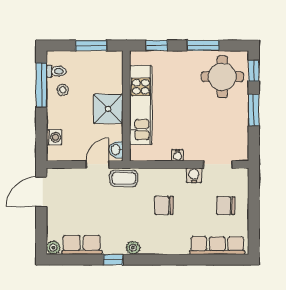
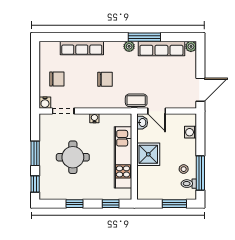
window: (91, 45) -> (174, 204), moved
window: (203, 45) -> (74, 204), width x0.67
round table: (222, 77) -> (73, 157), moved
door: (98, 164) -> (157, 111), hinge flipped
water cooler: (194, 175) -> (45, 103), moved
row of seats: (82, 245) -> (161, 48), width x1.48
row of seats: (217, 246) -> (82, 48), moved
window: (113, 260) -> (144, 37), width x2.17

